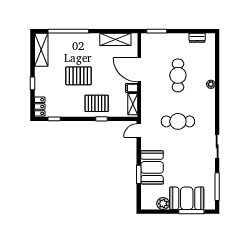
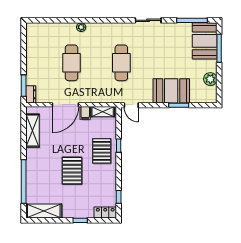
dresser: (197, 38) -> (31, 94), moved
cafe table: (178, 75) -> (71, 63), turned 90
booth: (187, 198) -> (205, 41), moved

